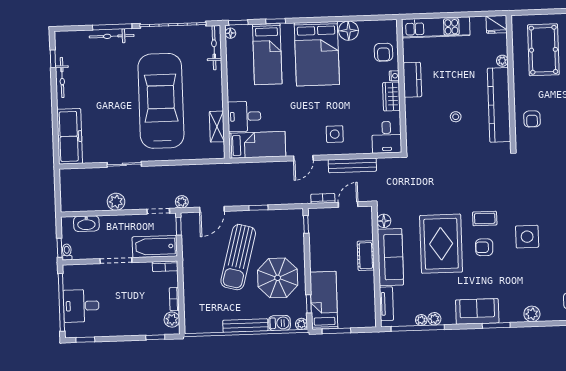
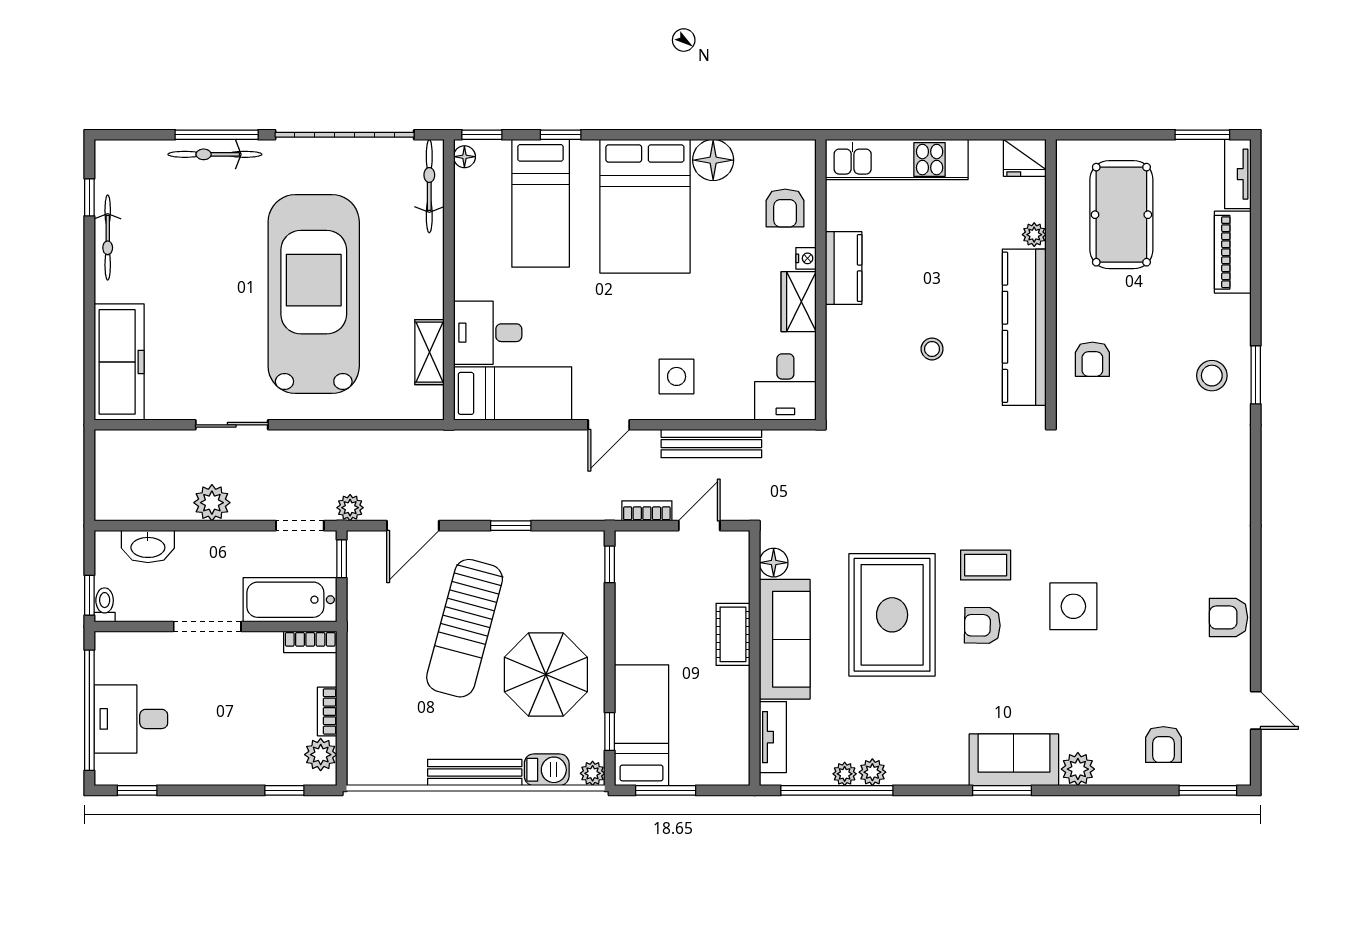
sofa: (477, 311) -> (1014, 760), moved

